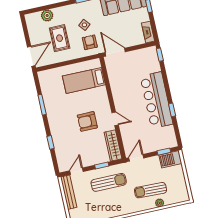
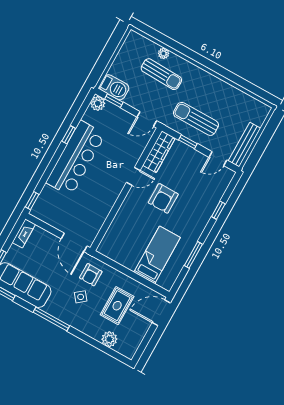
bed: (84, 80) -> (157, 255), moved, turned -90
door: (115, 119) -> (133, 176), swing flipped
armchair: (87, 121) -> (163, 198), turned 90
plant: (172, 142) -> (98, 103), added

